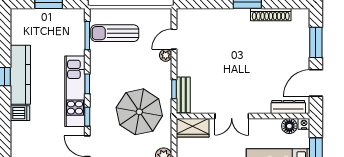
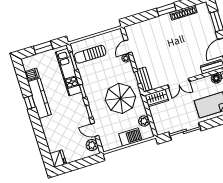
kitchen unit: (75, 91) -> (68, 72), moved
dishwasher: (20, 113) -> (32, 74), moved

